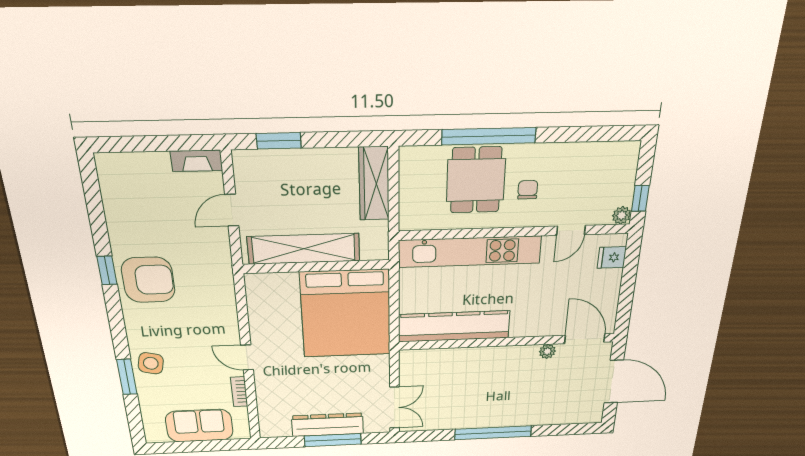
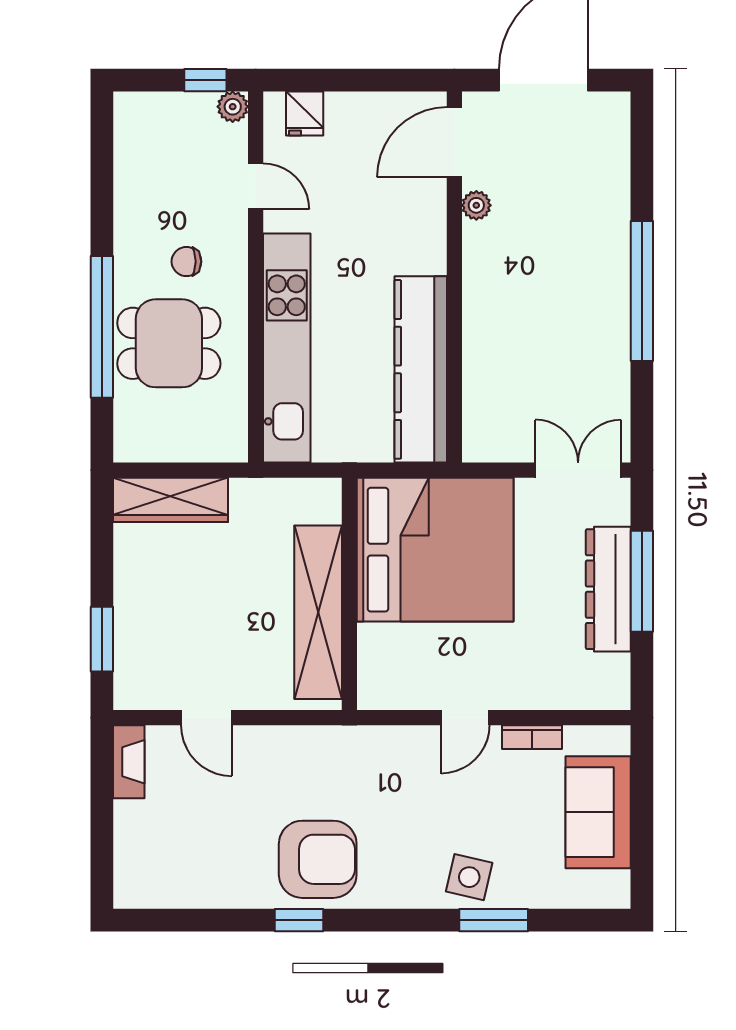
shelving: (304, 249) -> (318, 612), moved
wall: (316, 267) -> (349, 594), moved
armchair: (148, 280) -> (318, 859), turned 90
bed: (346, 314) -> (435, 550), moved

